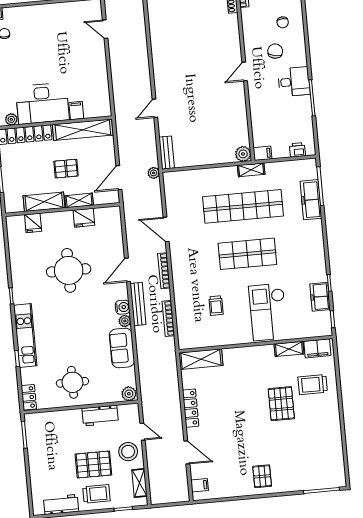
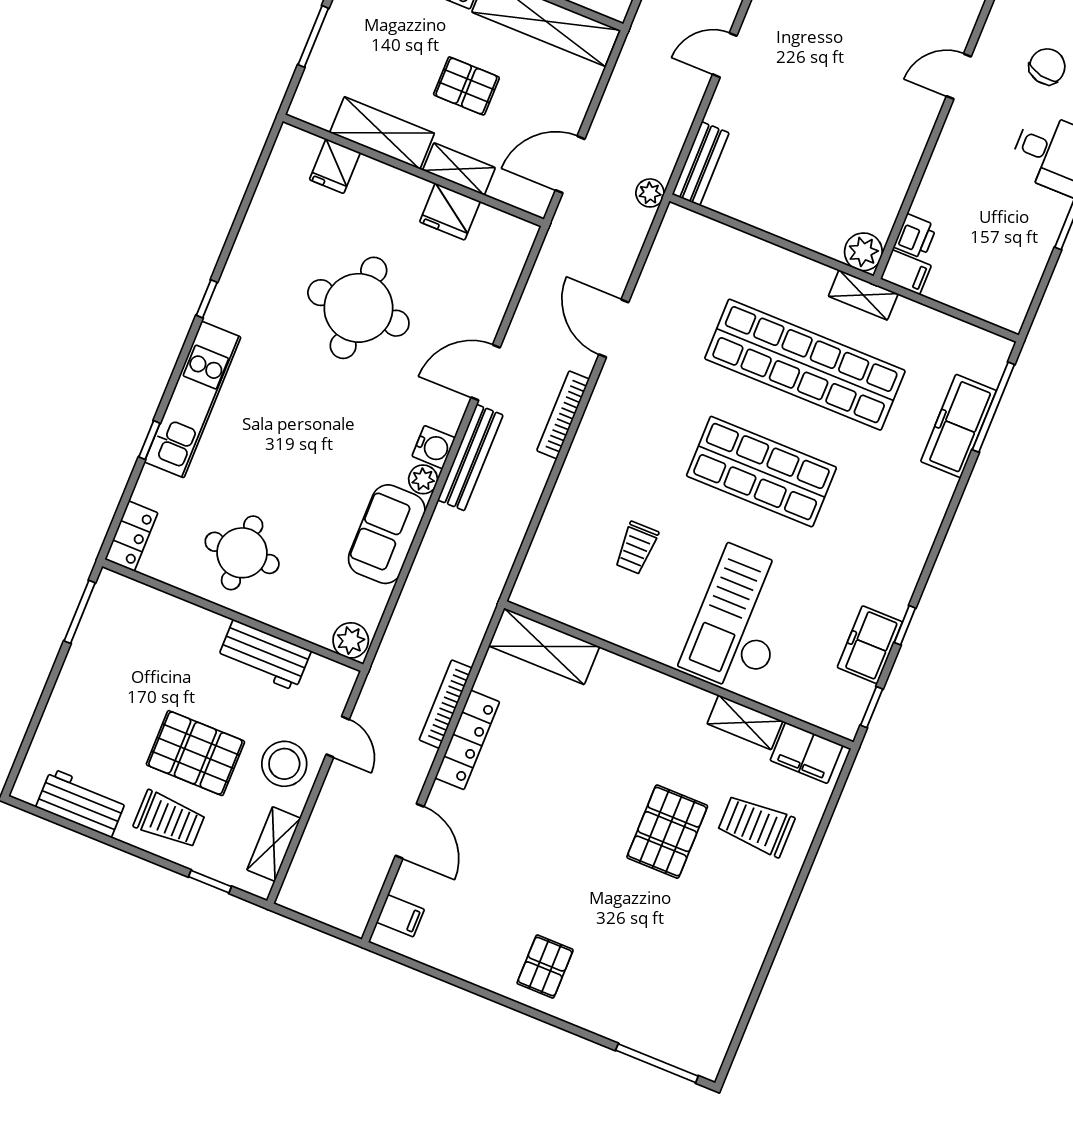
printer: (297, 150) -> (915, 236), moved, turned 90
bookcase: (168, 318) -> (446, 704), moved

